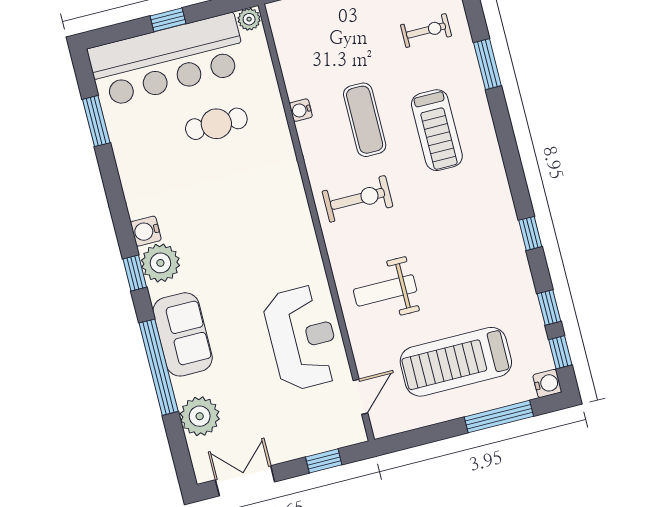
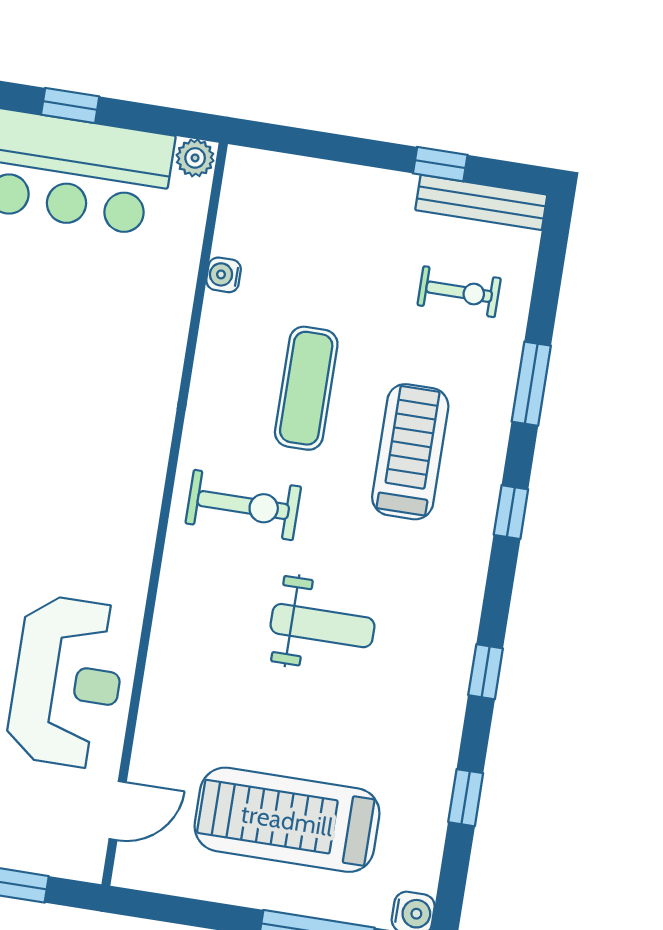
water cooler: (301, 110) -> (224, 275), moved
cafe table: (216, 124) -> (76, 297), removed
treadmill: (437, 130) -> (410, 452), turned 180
weight bench: (385, 290) -> (322, 626), moved, turned 180
window: (560, 352) -> (511, 512), moved

